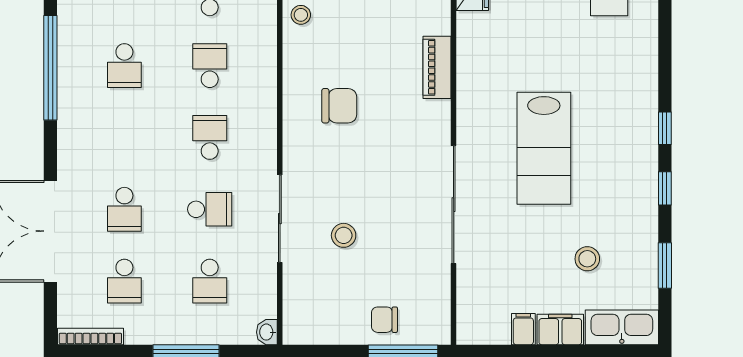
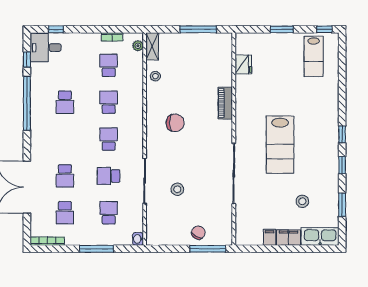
school desk: (210, 209) -> (109, 176), turned 180
school desk: (210, 281) -> (109, 213), turned 180
chair: (384, 320) -> (198, 233), turned 120

